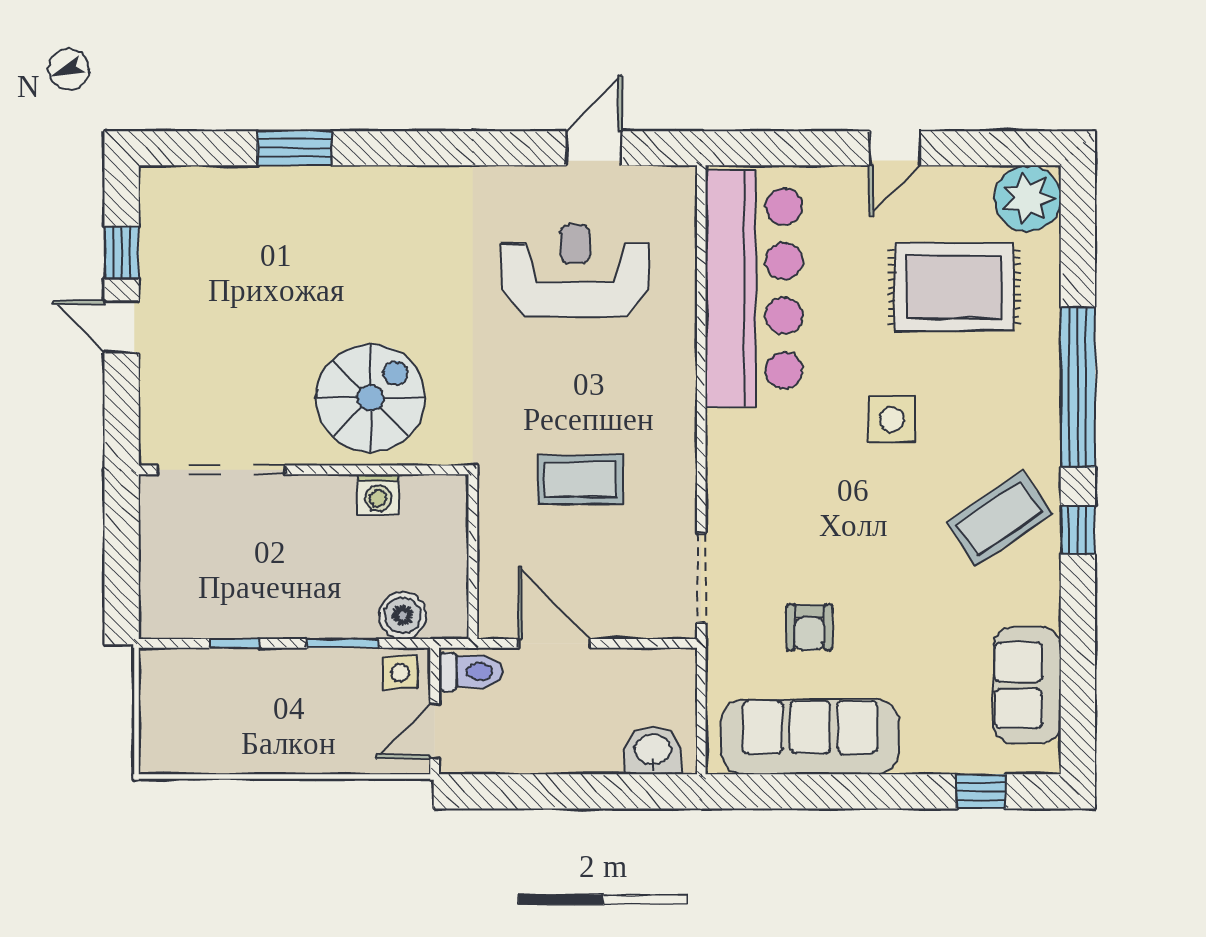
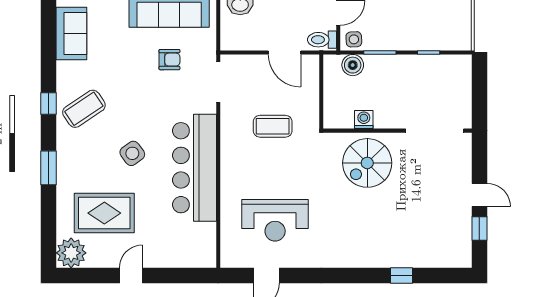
window: (295, 148) -> (401, 276), width x0.67
bar counter: (754, 288) -> (194, 168), moved
window: (1078, 387) -> (49, 168), width x0.47
side table: (892, 419) -> (132, 153), turned -36
armchair: (809, 627) -> (169, 60), turned 90

